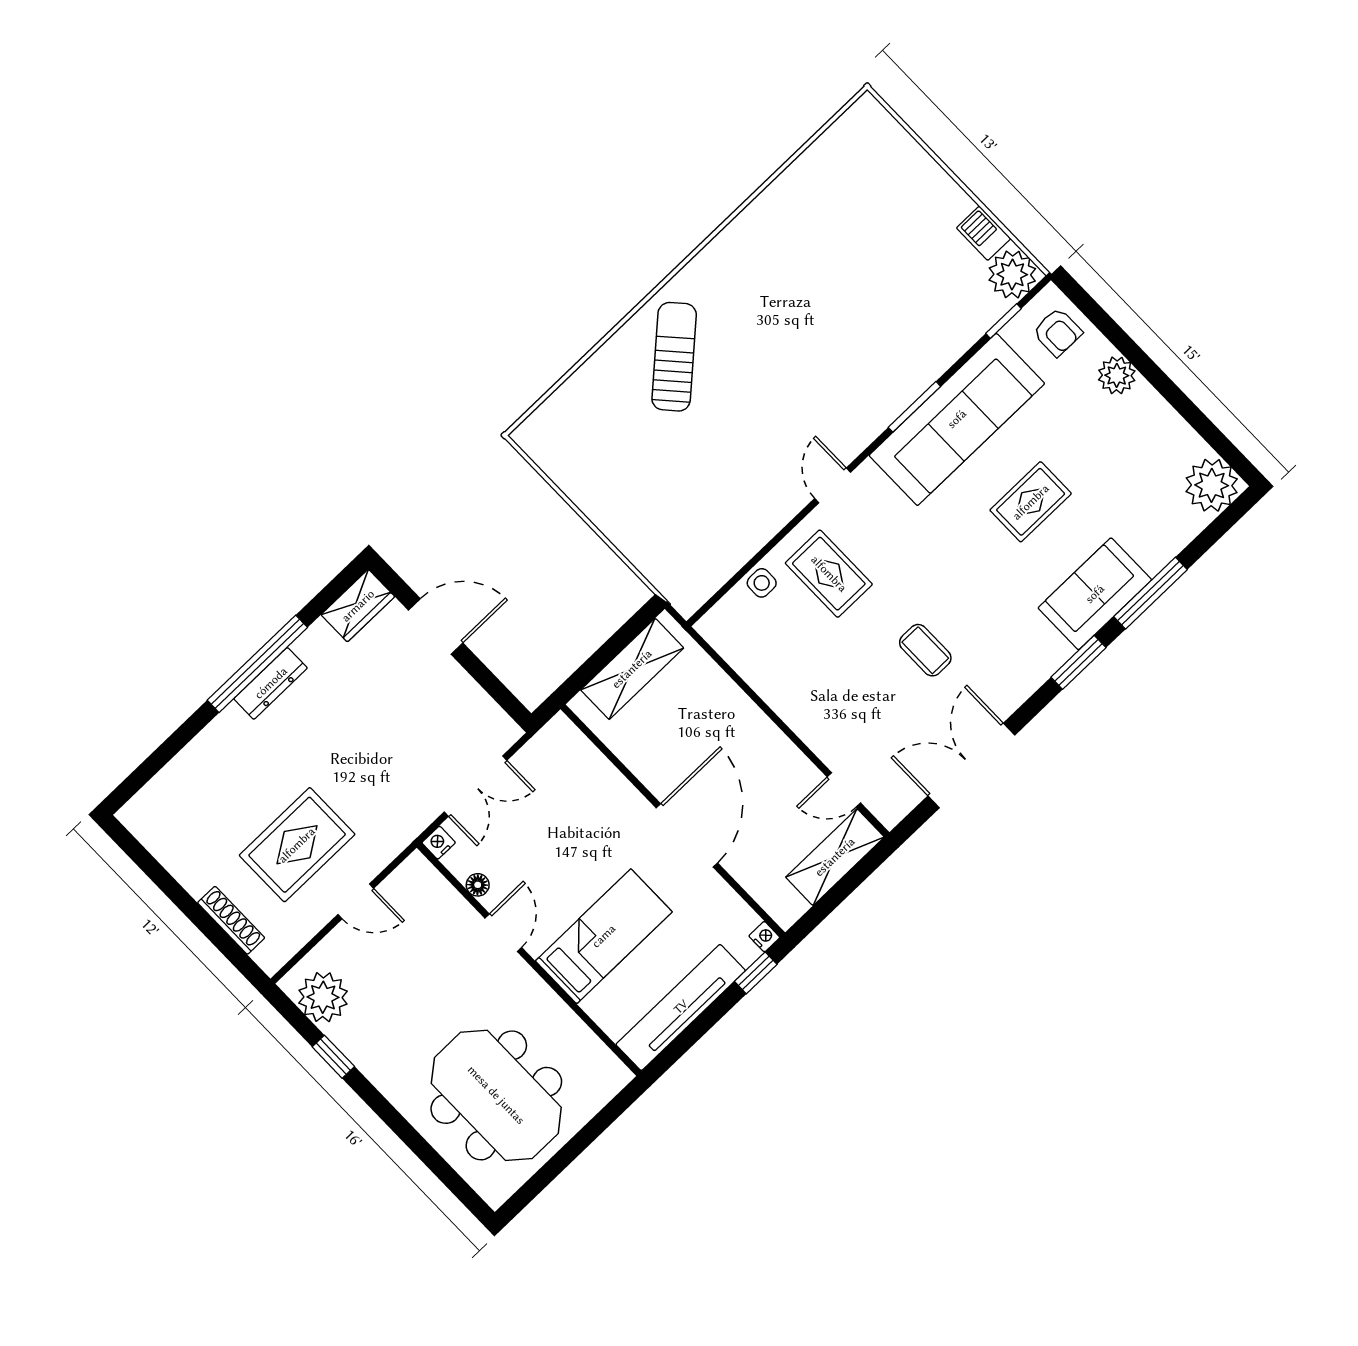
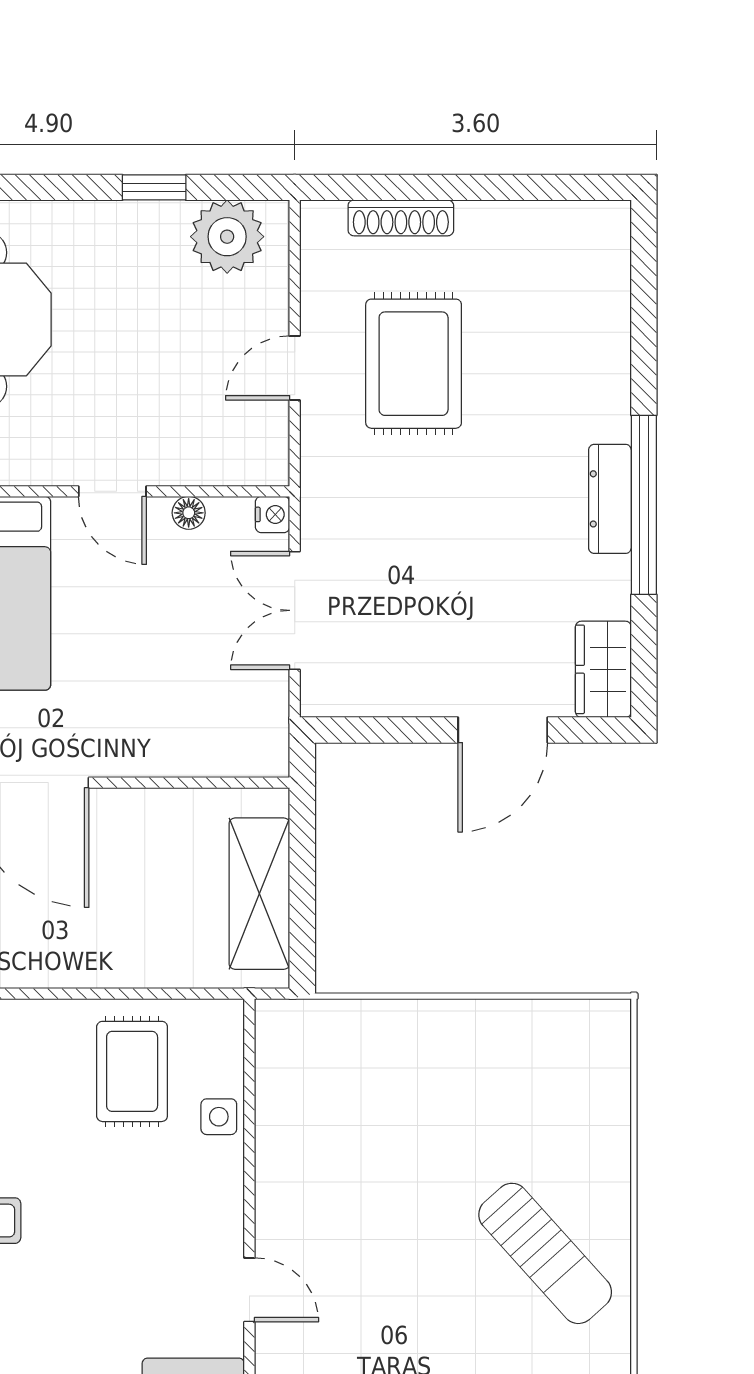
rug: (829, 574) -> (132, 1071), moved, turned 90

